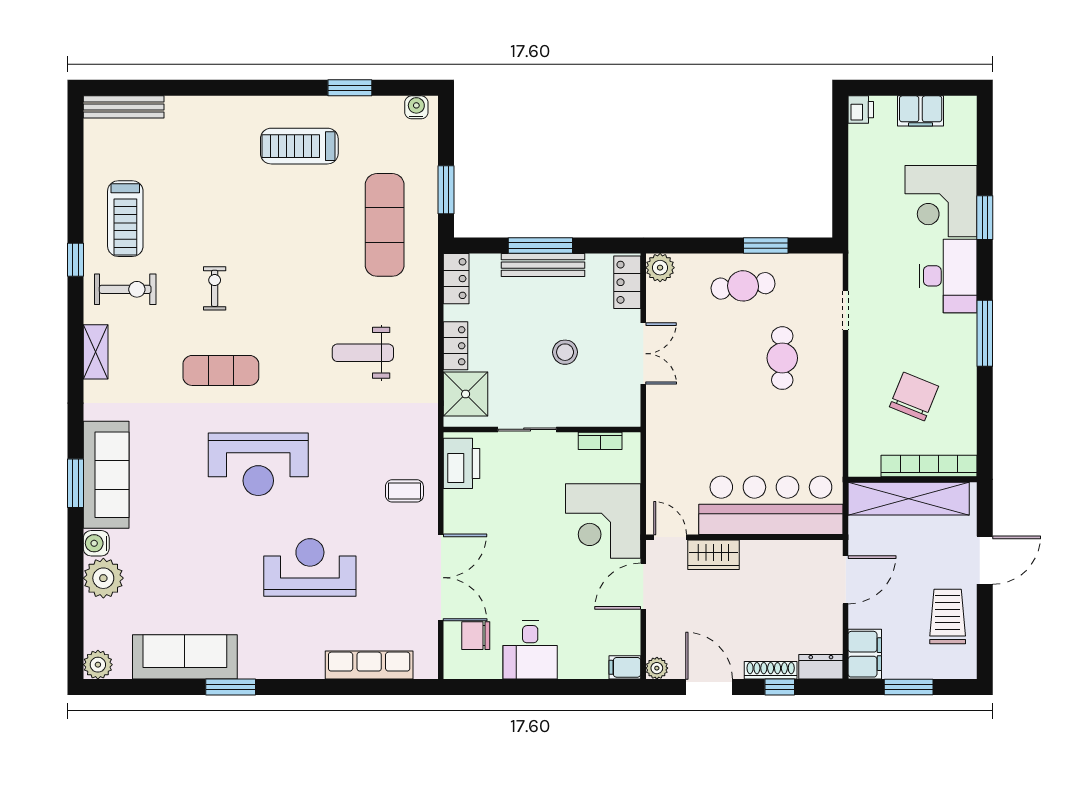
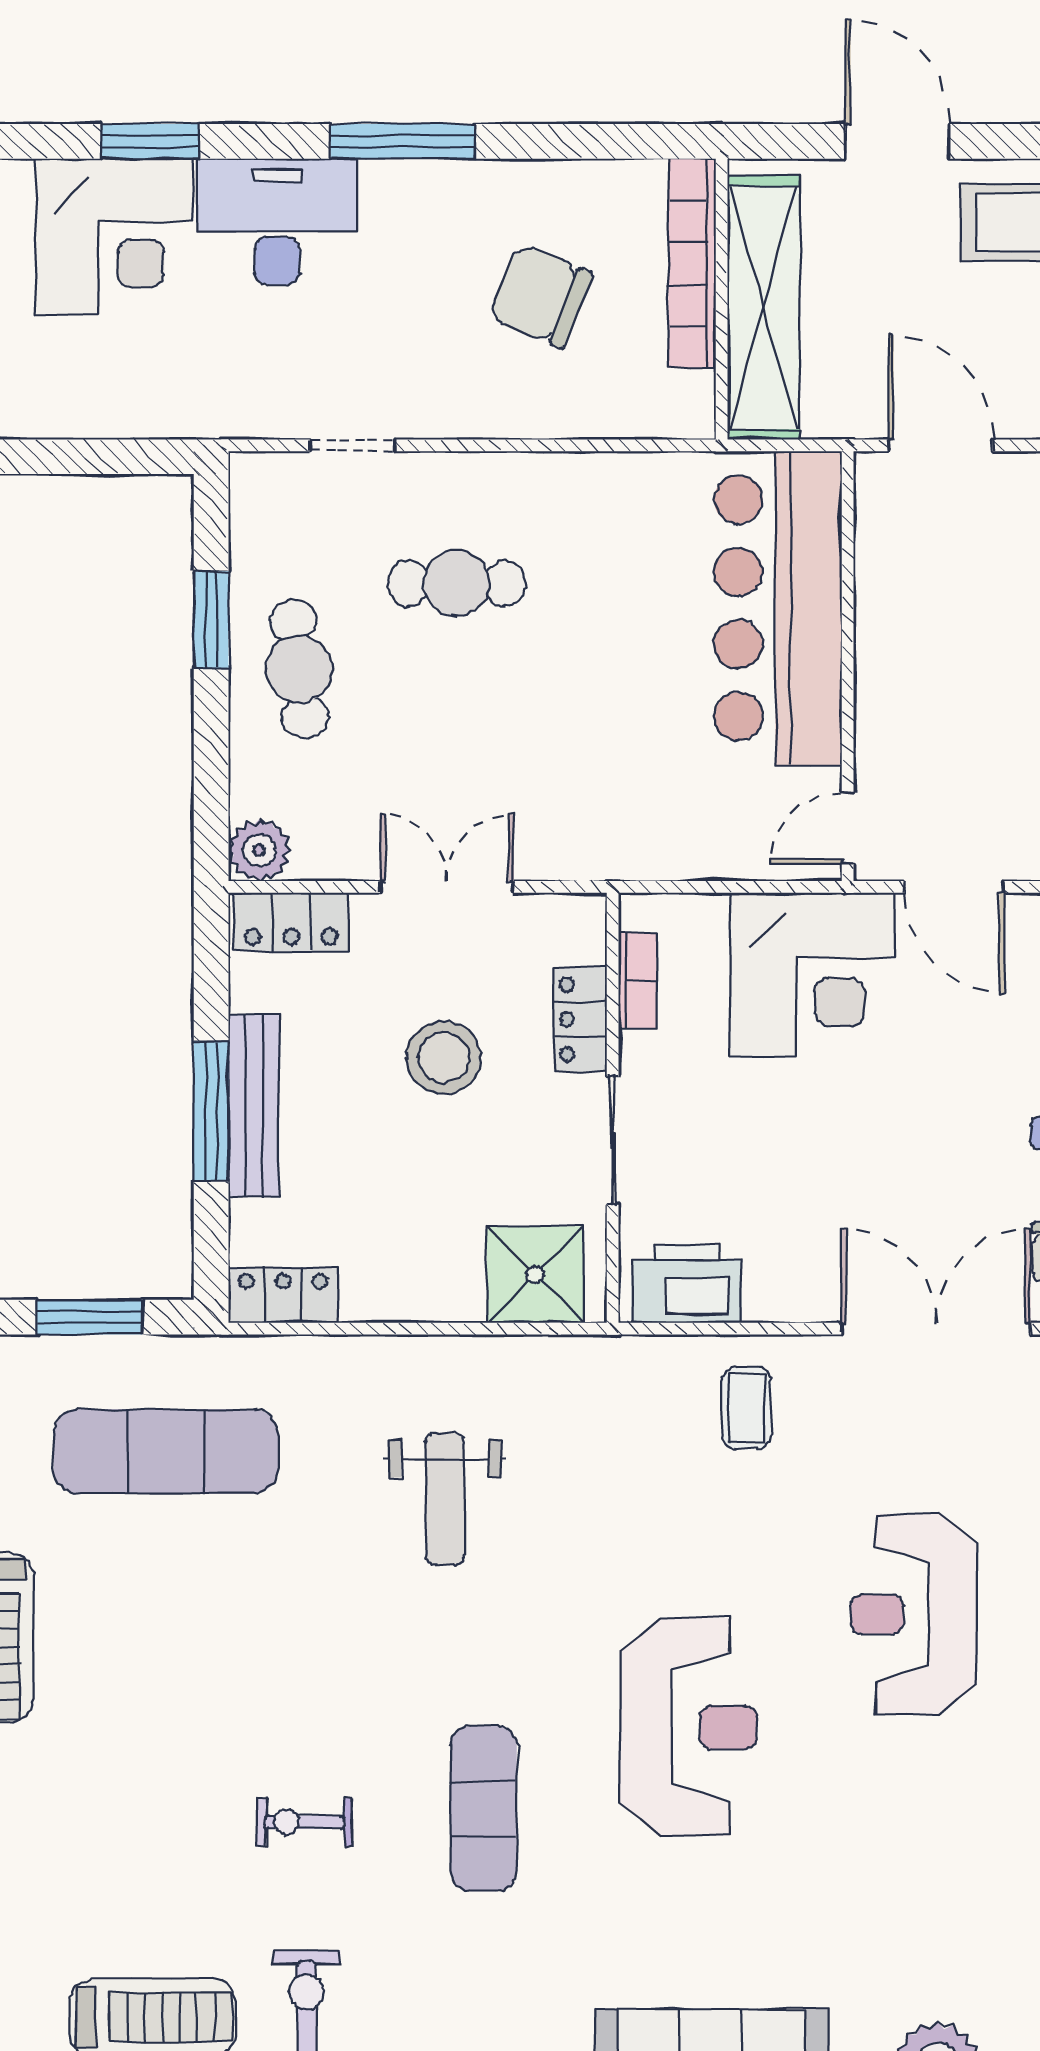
locker: (456, 346) -> (580, 1019), moved, turned -90
stool: (565, 352) -> (444, 1057), width x1.38, depth x1.38
wardrobe: (713, 555) -> (886, 734), removed

